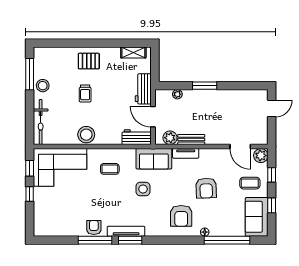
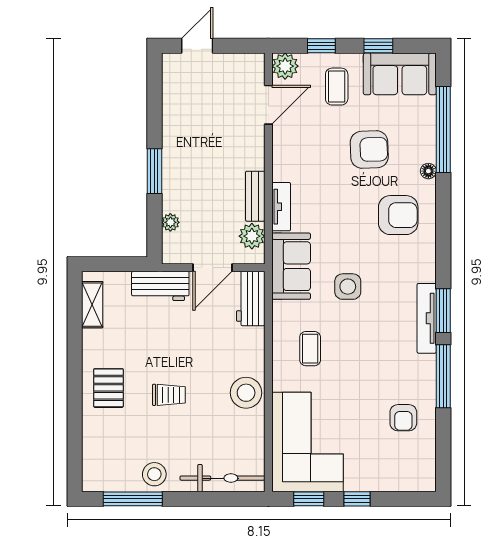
door: (272, 108) -> (197, 46), hinge flipped
armchair: (206, 188) -> (369, 150), moved
armchair: (94, 227) -> (403, 418), moved, turned -90

